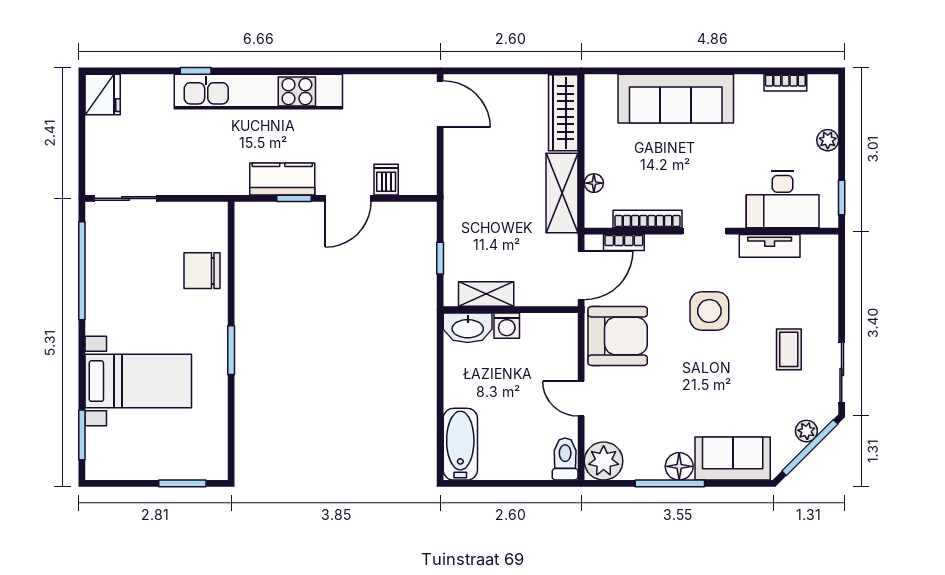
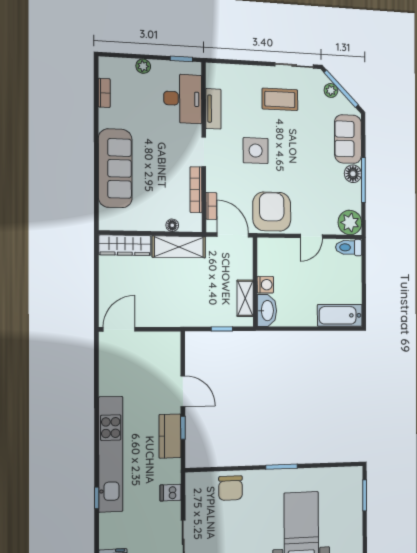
dishwasher: (386, 180) -> (170, 493), moved
coffee table: (789, 349) -> (280, 99), width x1.36, depth x1.30

